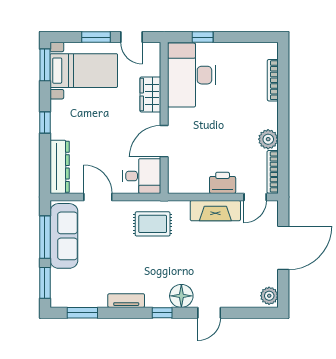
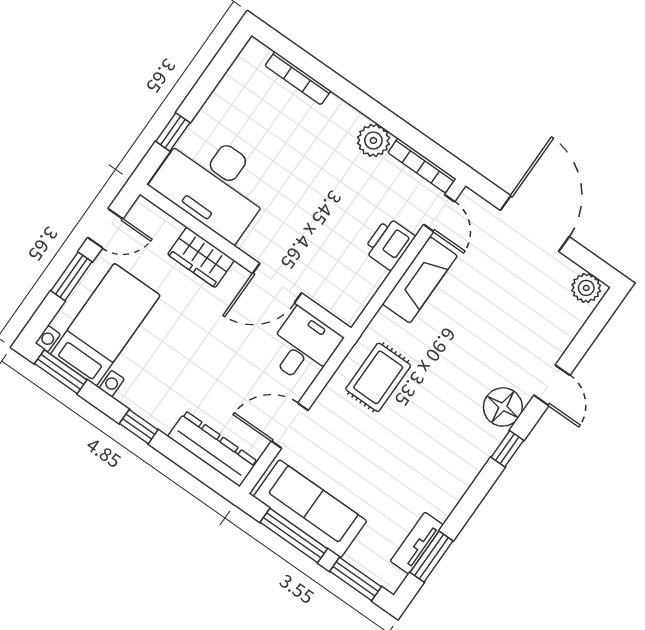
door: (164, 141) -> (277, 283), hinge flipped
tv unit: (126, 301) -> (417, 543), moved

